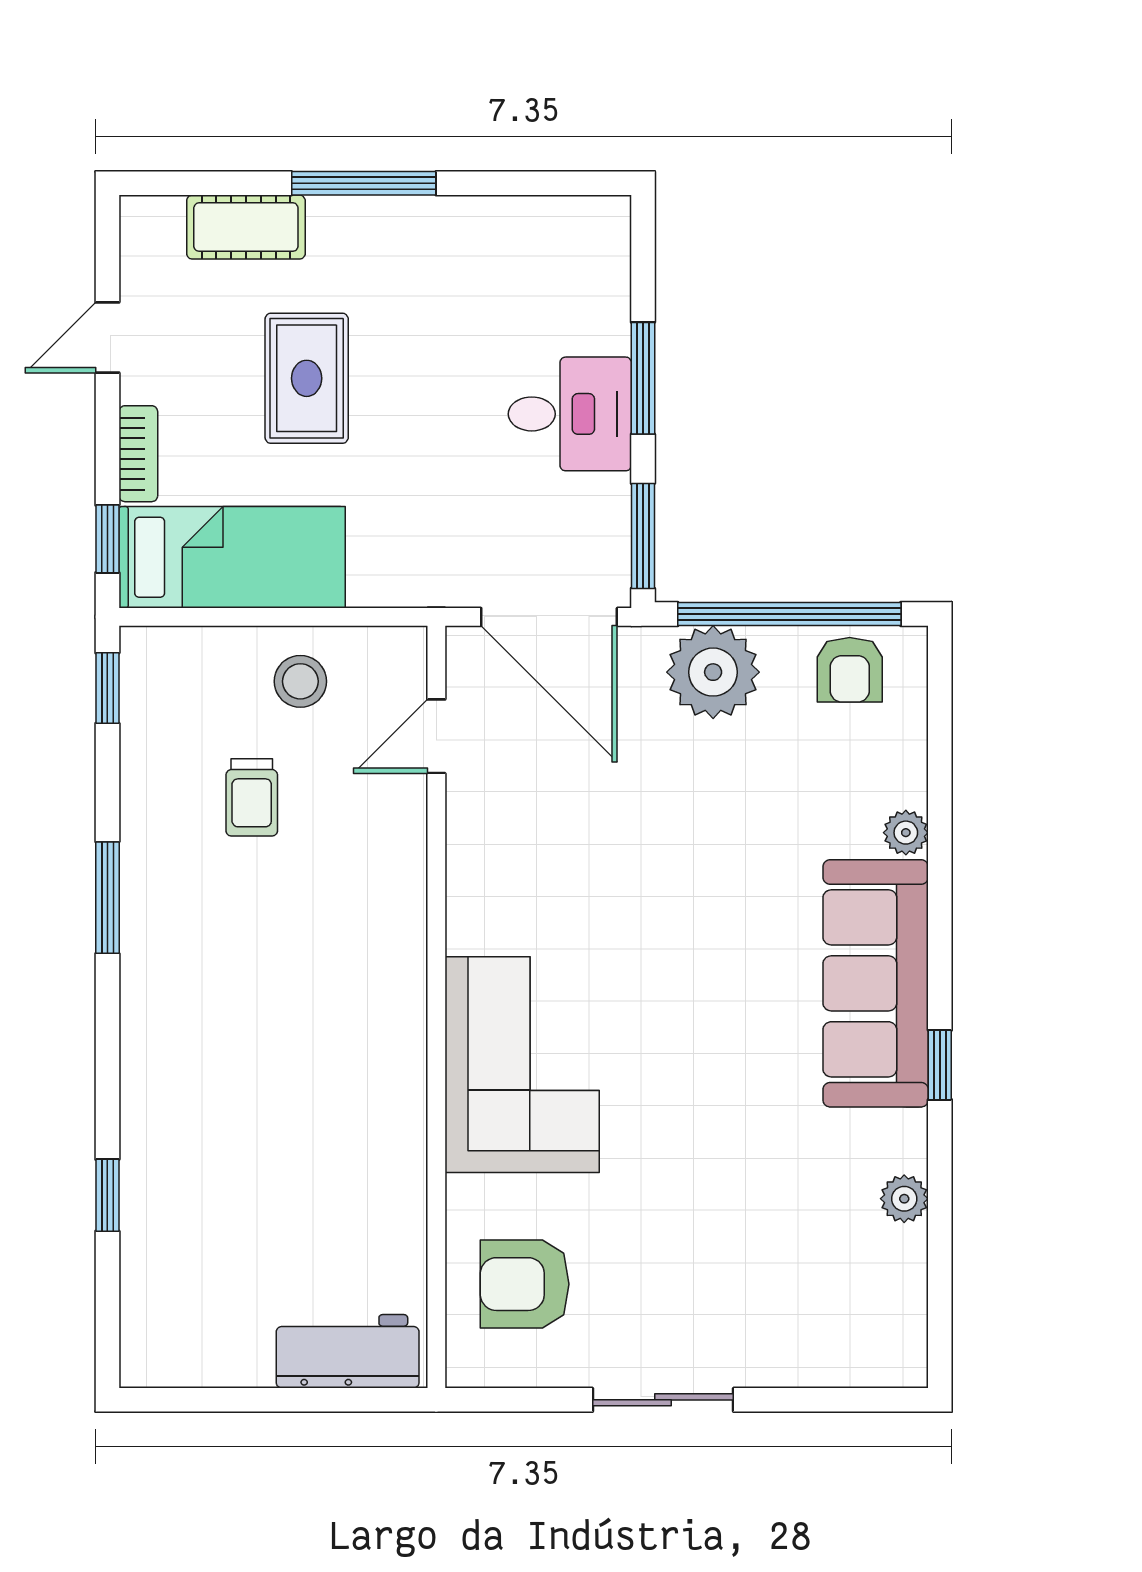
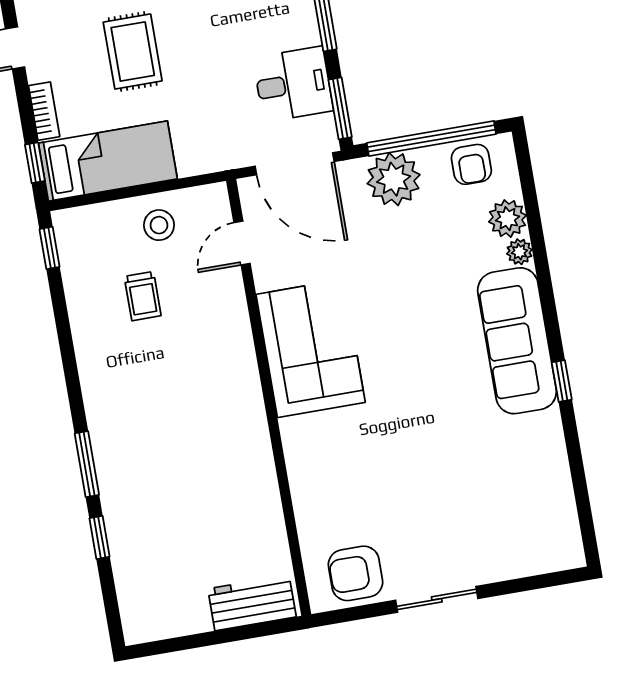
desk: (570, 414) -> (293, 84), moved
window: (107, 898) -> (87, 464), moved
corner sofa: (522, 1065) -> (311, 348), moved
plant: (904, 1199) -> (508, 219), moved, width x1.38, depth x1.38
armchair: (525, 1284) -> (355, 573), moved

